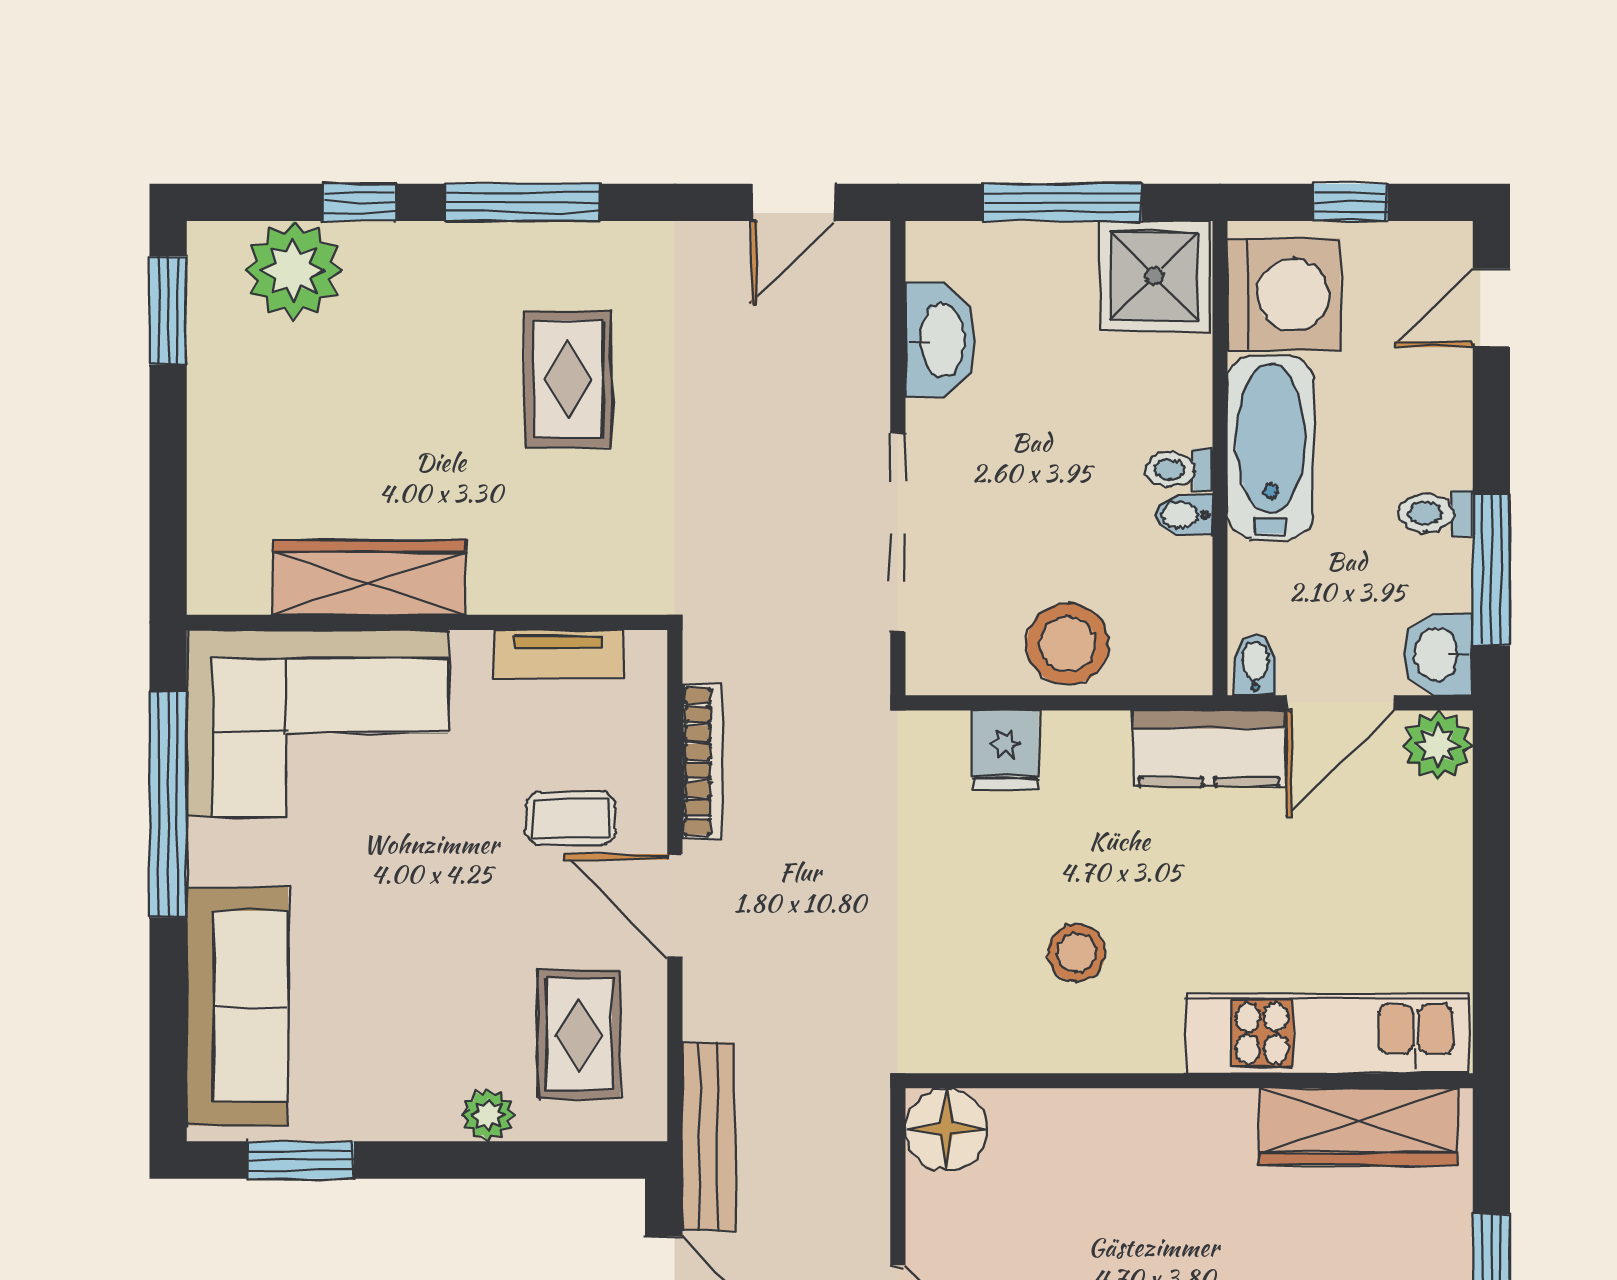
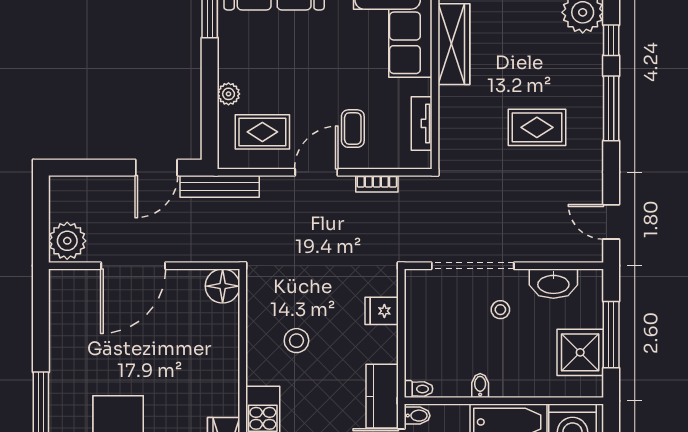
shower: (1154, 276) -> (580, 352), moved
toilet: (1179, 470) -> (419, 389), moved, turned 90
stool: (1068, 644) -> (500, 310), moved, width x0.53, depth x0.53
bookcase: (702, 761) -> (377, 184), width x0.64

